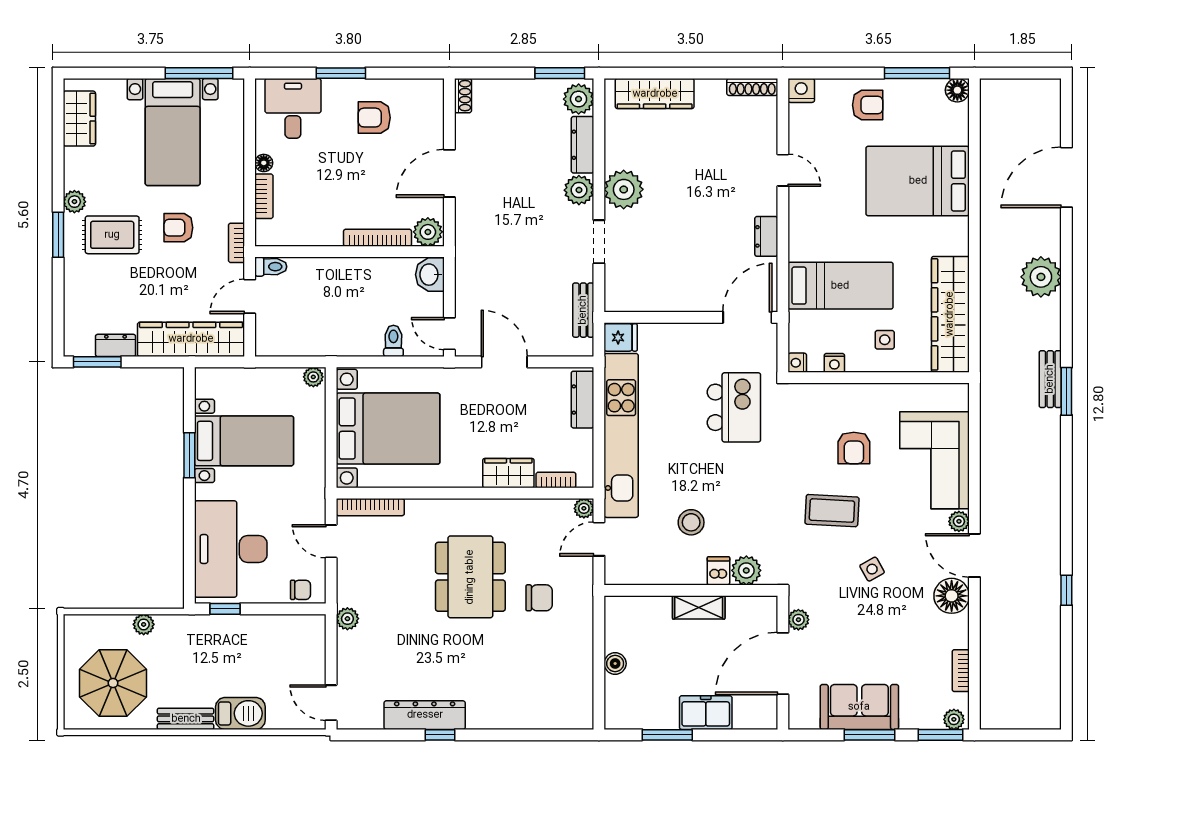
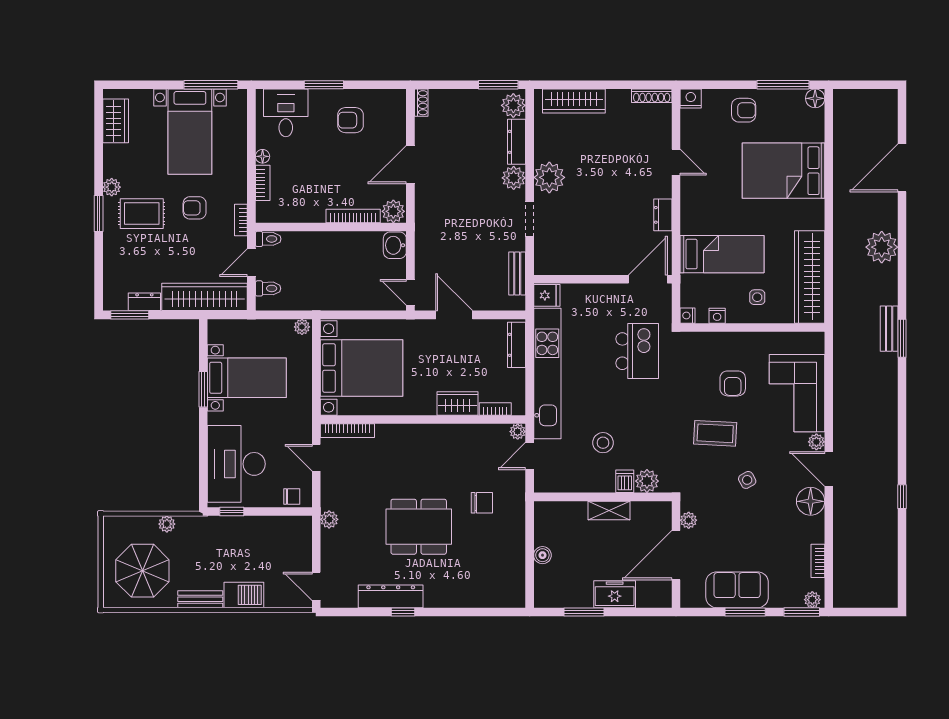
toilet: (393, 341) -> (268, 288), moved, turned 90
dining table: (470, 577) -> (419, 527), moved, turned 90

